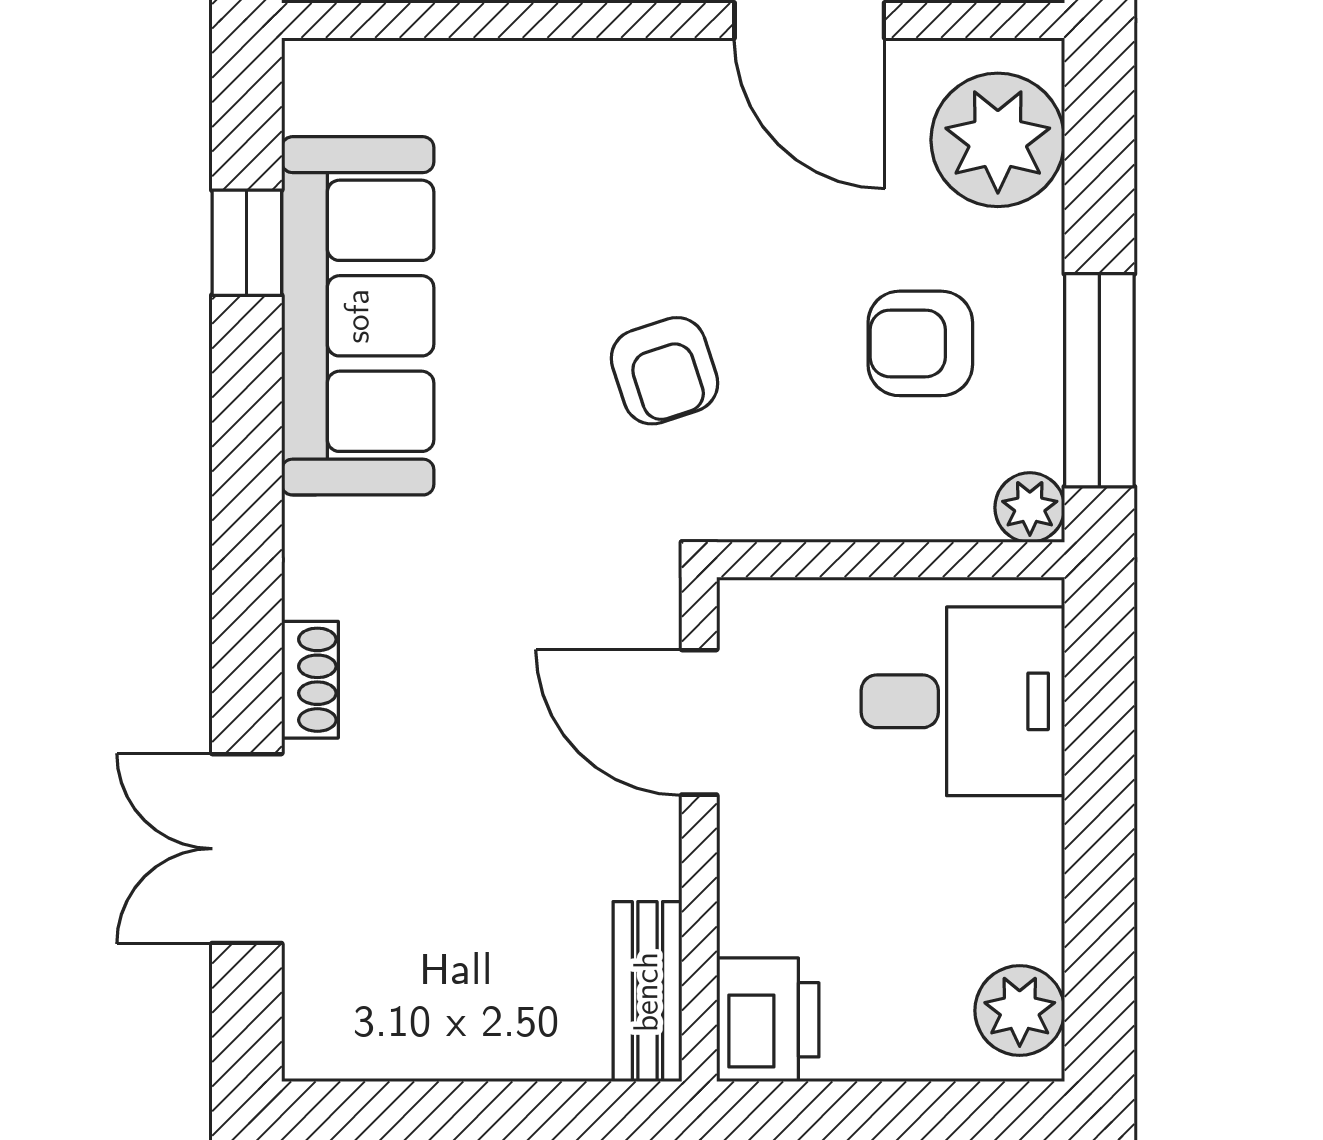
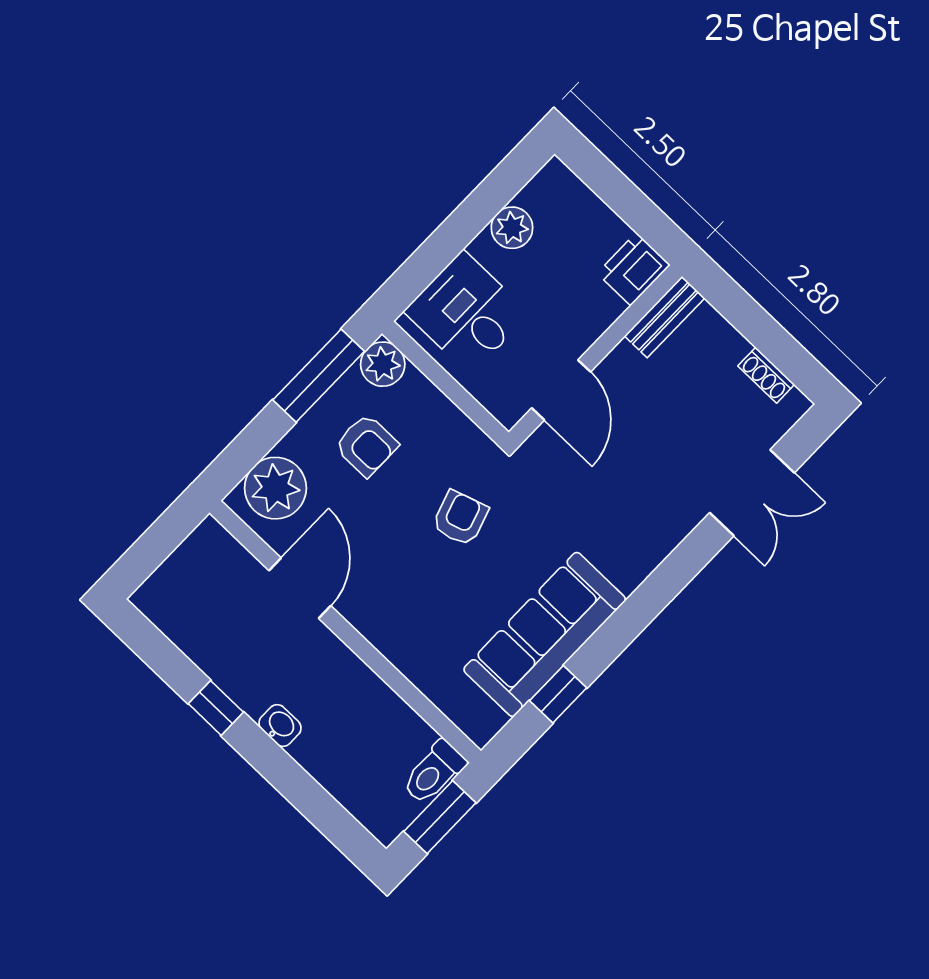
plant: (1030, 508) -> (383, 364), width x1.38, depth x1.38
shoe rack: (310, 680) -> (766, 375), moved, turned -90
plant: (1020, 1011) -> (512, 228), moved

